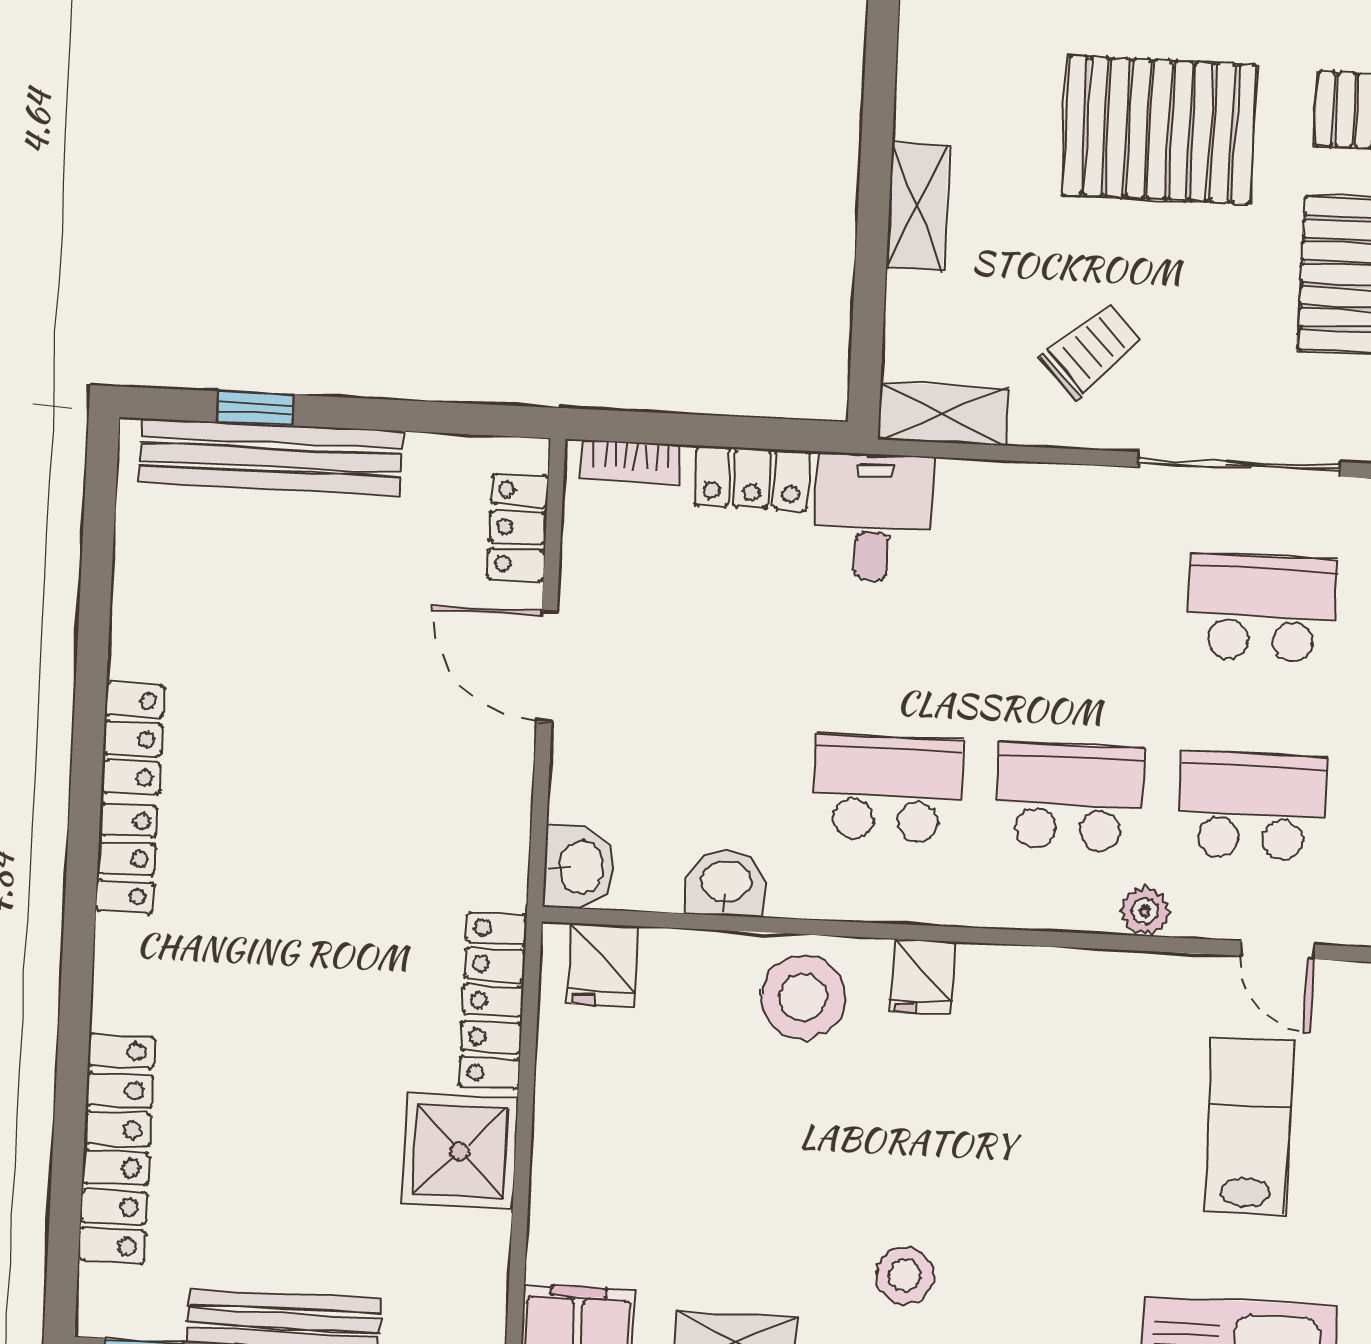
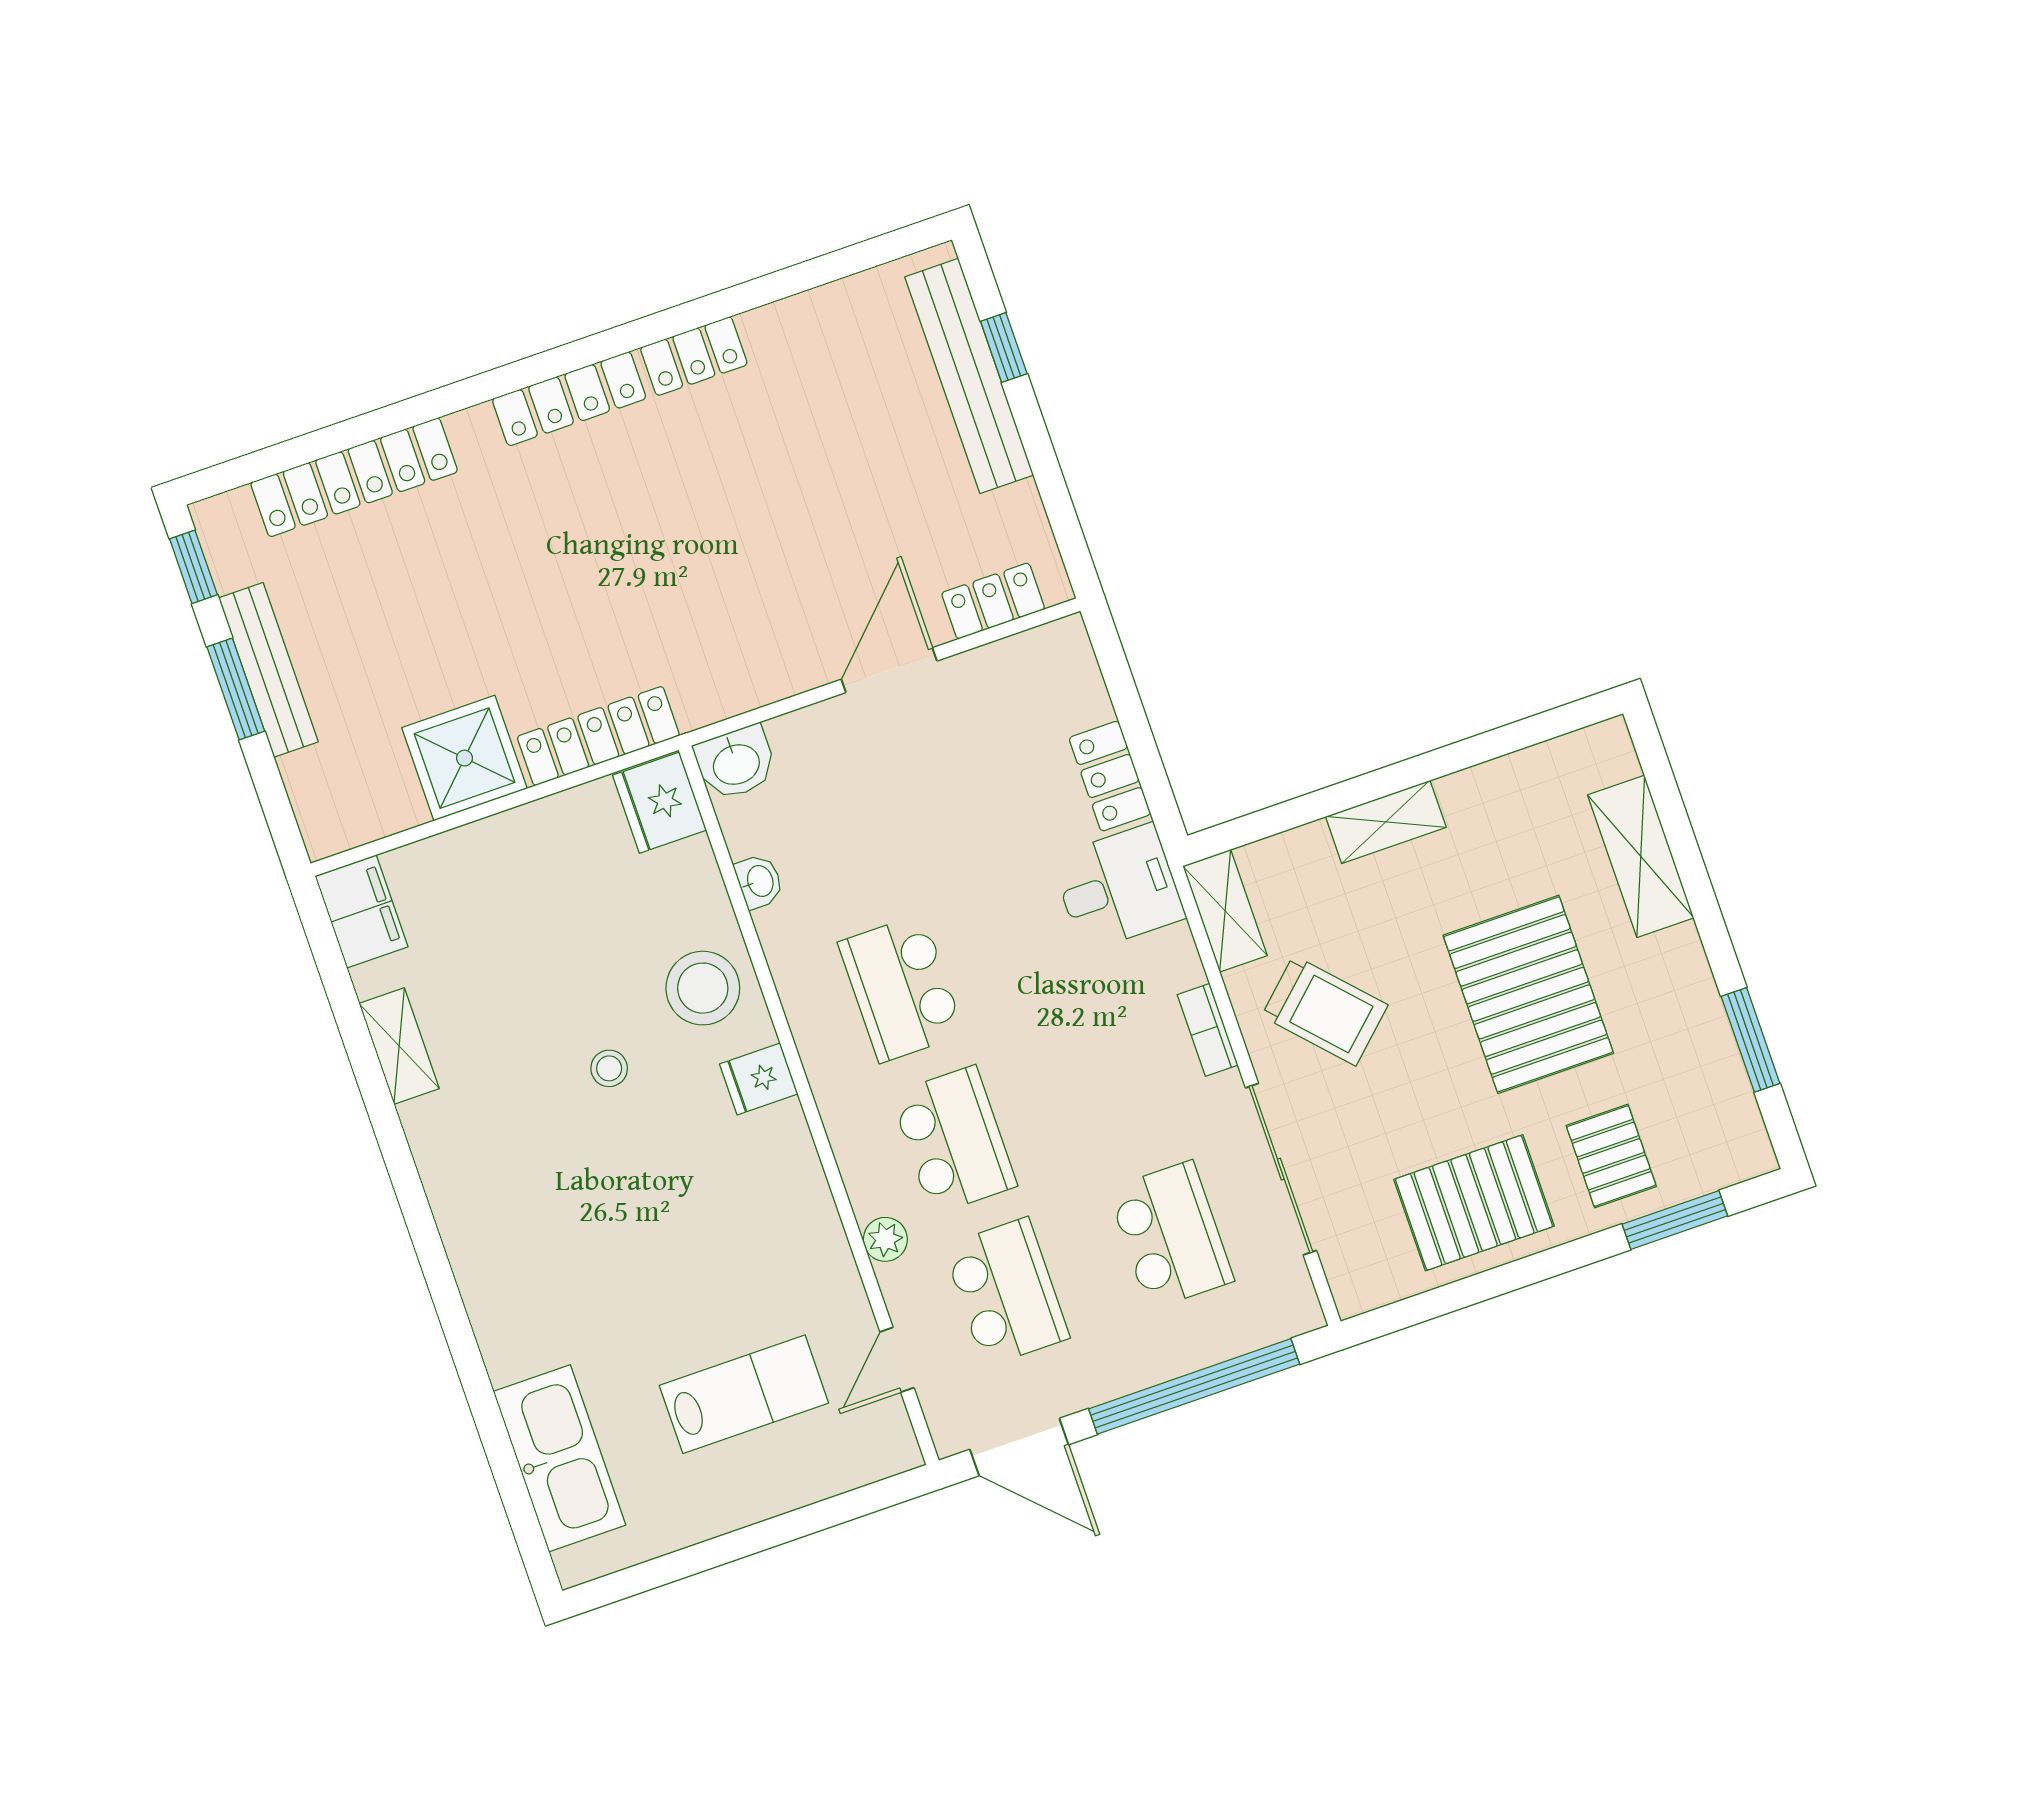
trolley: (1090, 351) -> (1325, 1011), width x1.36, depth x1.39
bookcase: (630, 462) -> (1208, 1030), moved
school desk: (887, 788) -> (901, 988), turned 180
locker: (127, 858) -> (569, 399), width x1.53
washbasin: (726, 883) -> (759, 881), width x0.72, depth x0.69
fridge: (602, 965) -> (659, 803), width x1.38
stool: (905, 1275) -> (609, 1068), moved, width x0.73, depth x0.73

